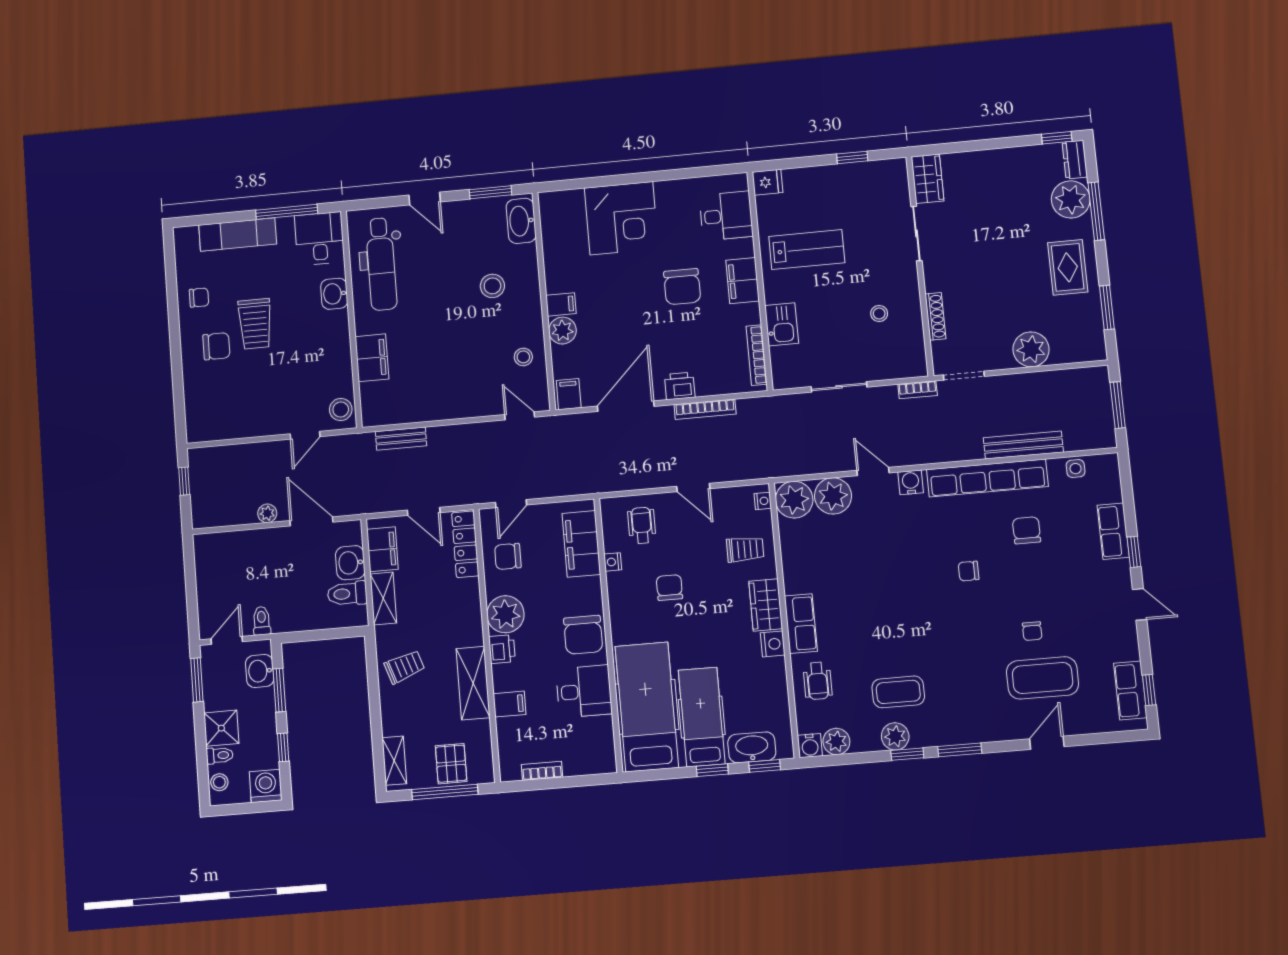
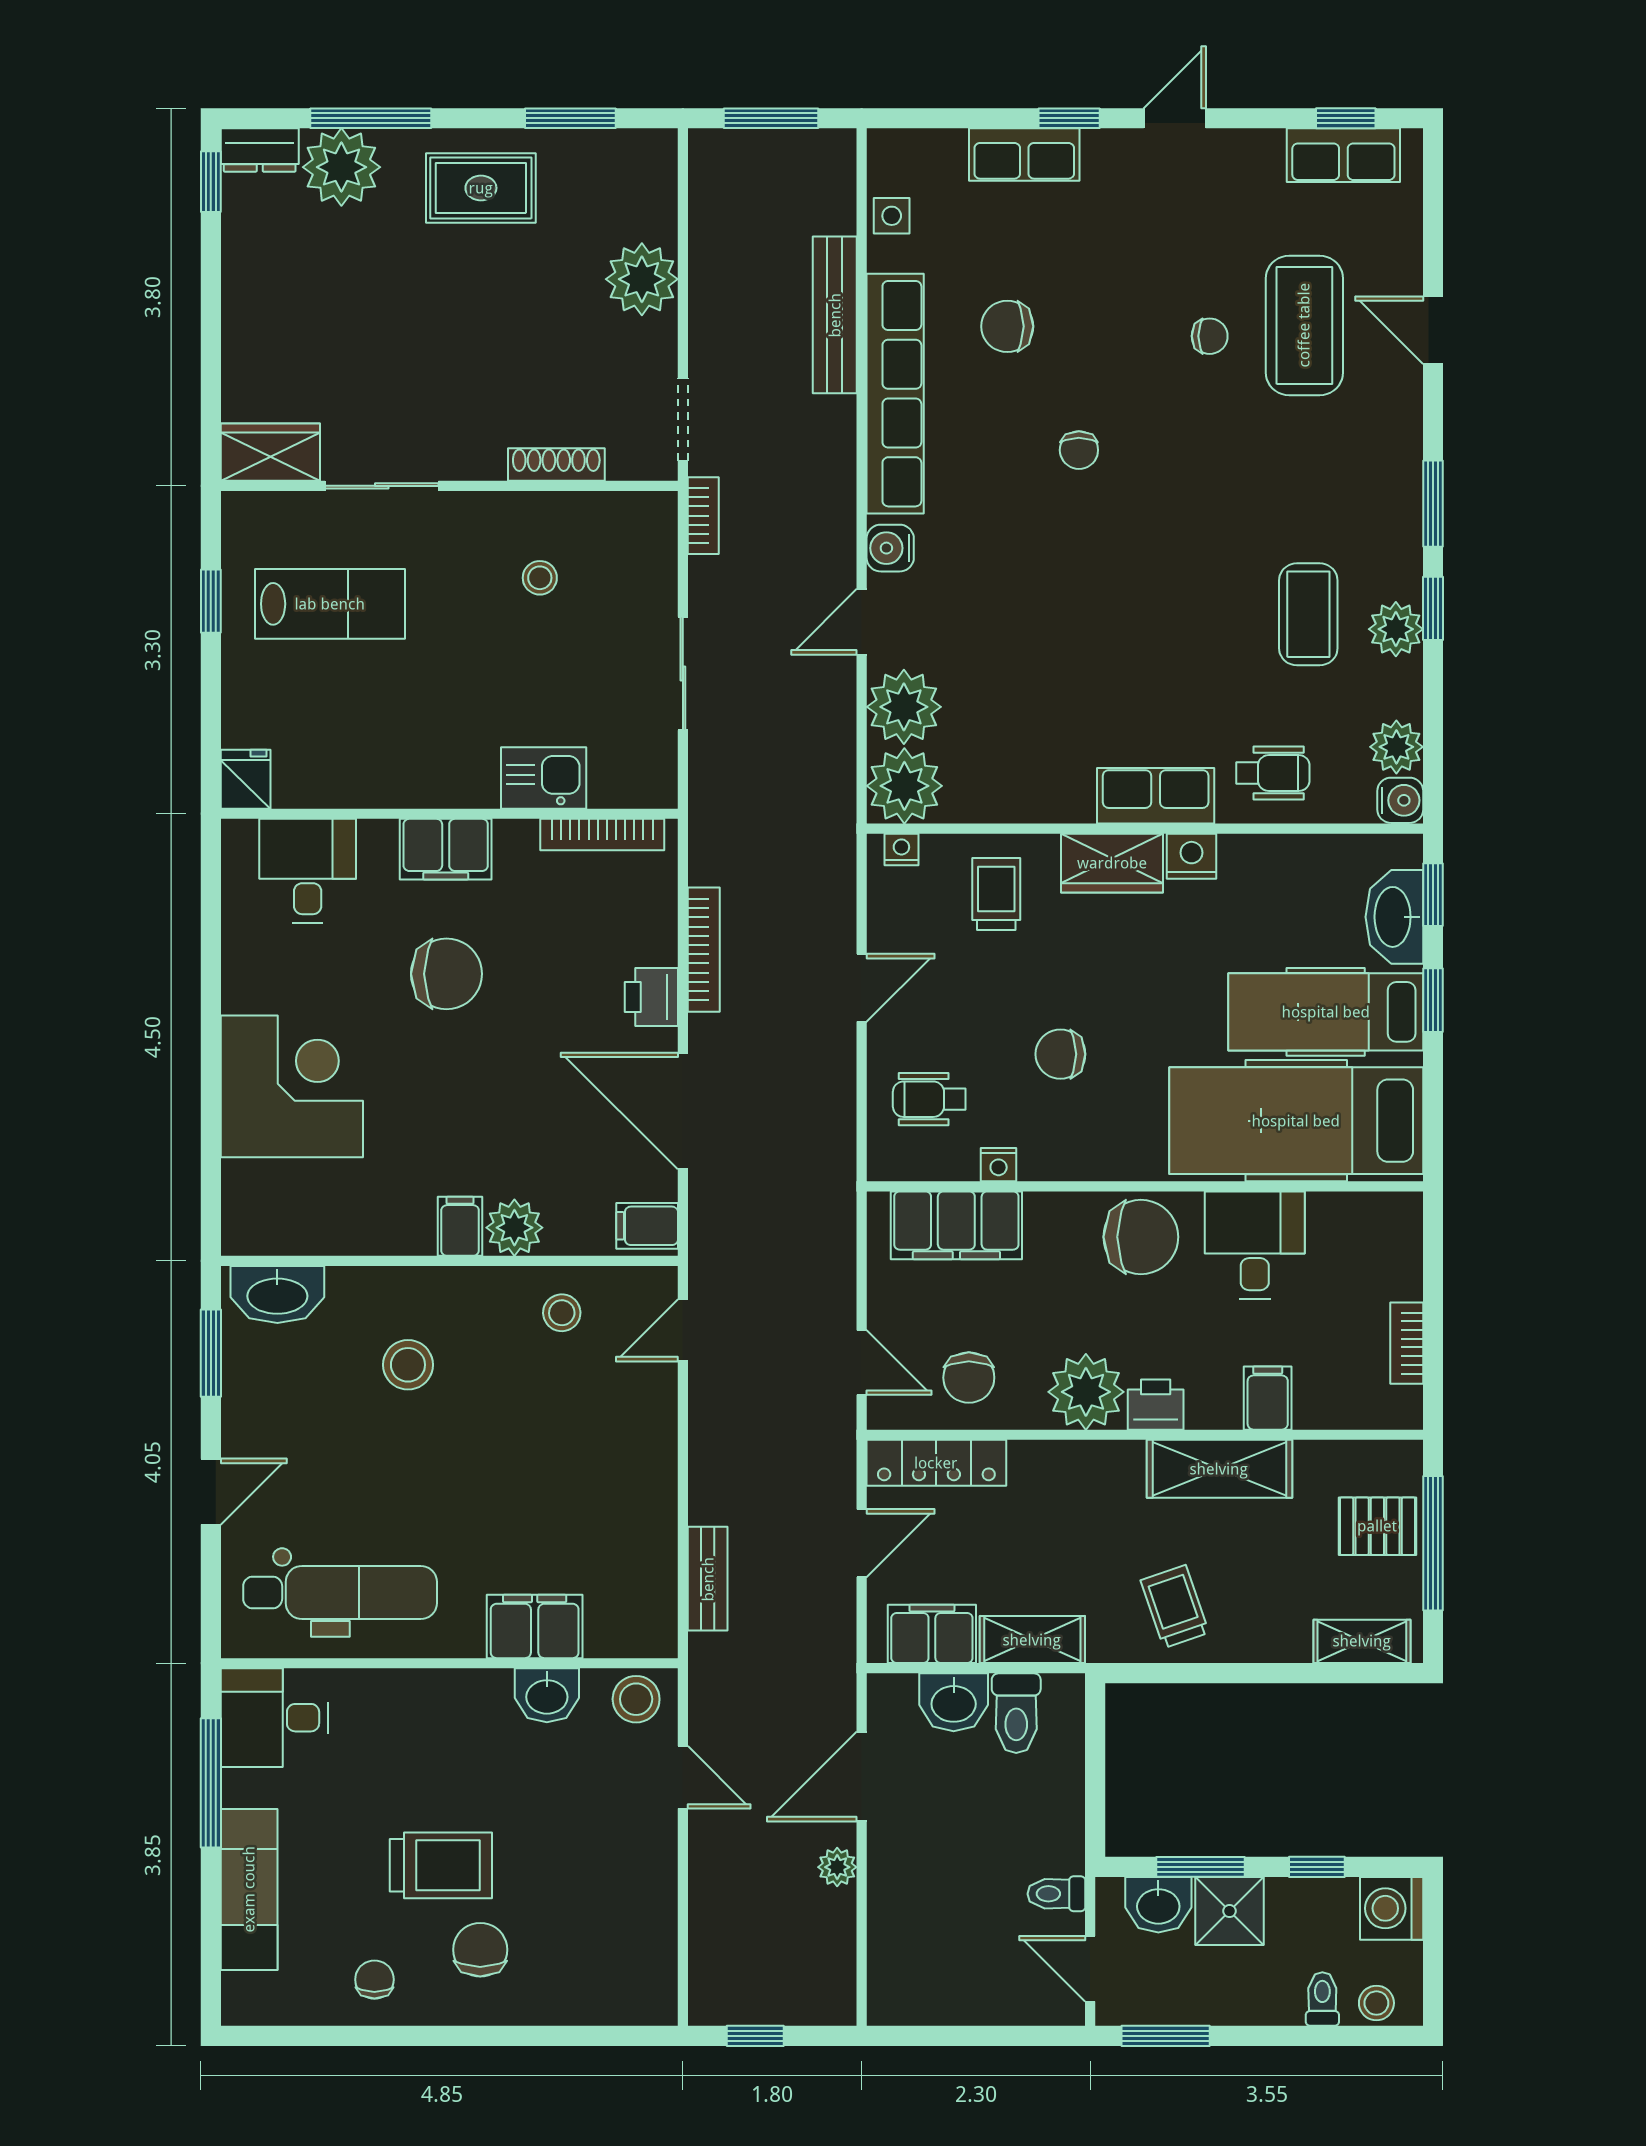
lab bench: (807, 250) -> (330, 604), moved, turned 90
washbasin: (334, 294) -> (547, 1695), moved
shower: (221, 728) -> (1229, 1911), moved

